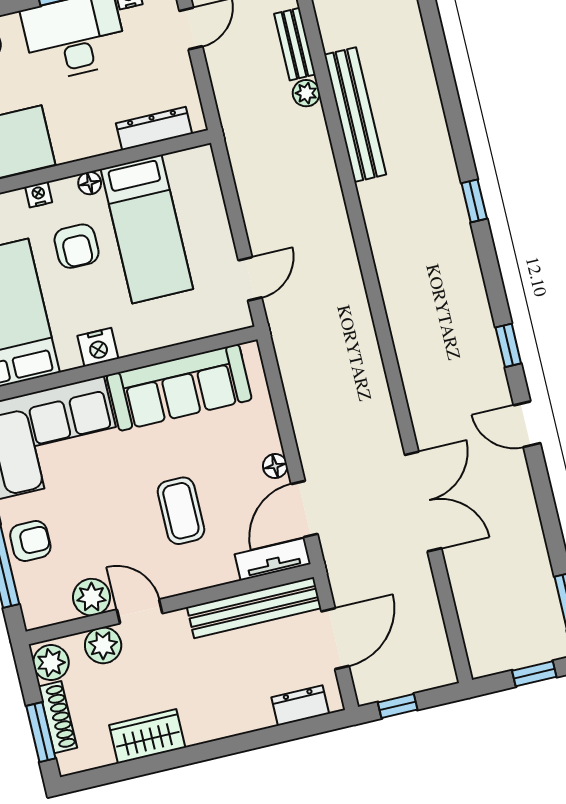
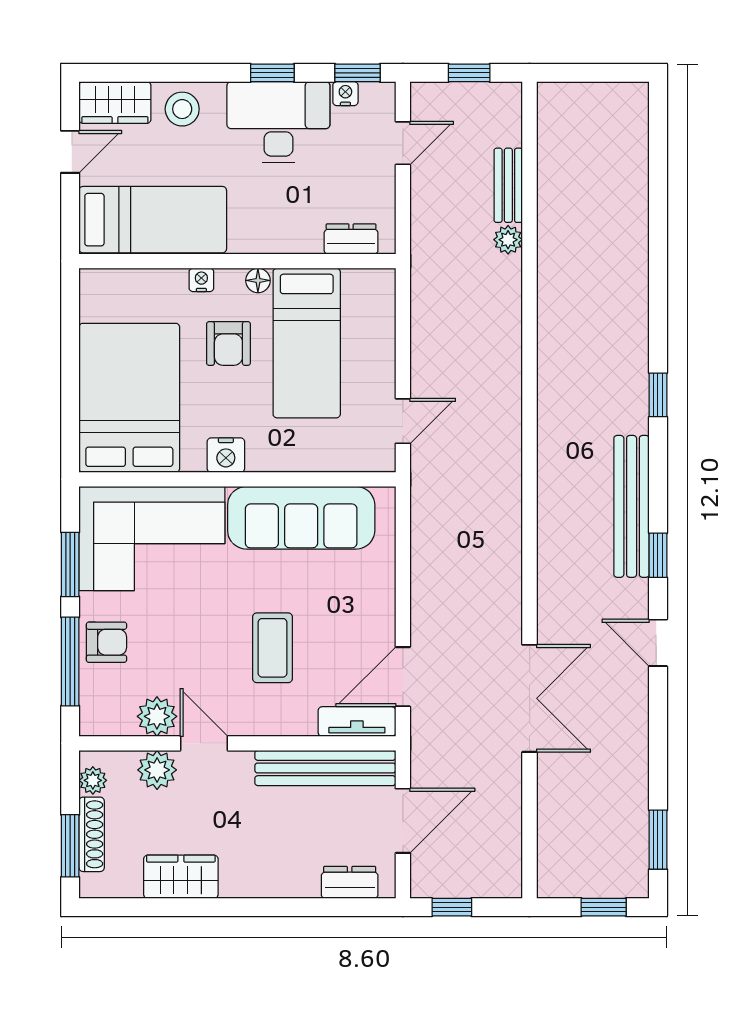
bench: (355, 115) -> (632, 506), moved
dresser: (154, 128) -> (351, 239), width x0.70
floor lamp: (275, 466) -> (383, 624), removed
plant: (51, 663) -> (93, 780), width x0.73, depth x0.73

